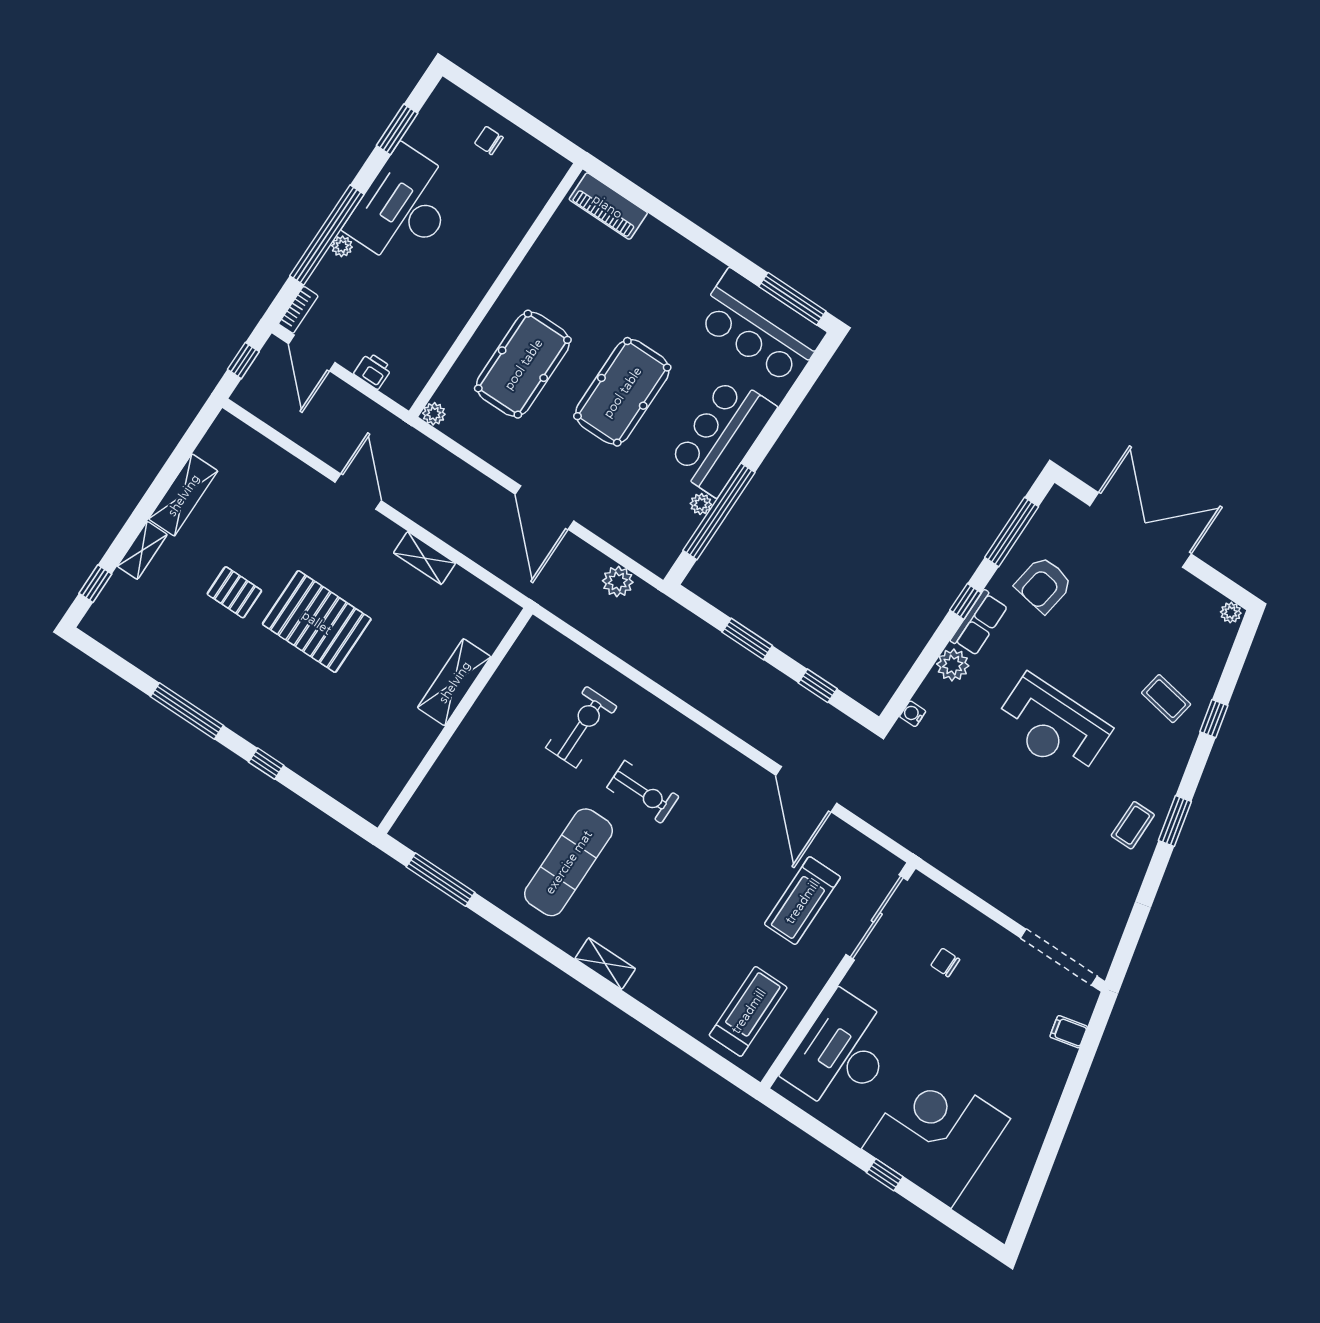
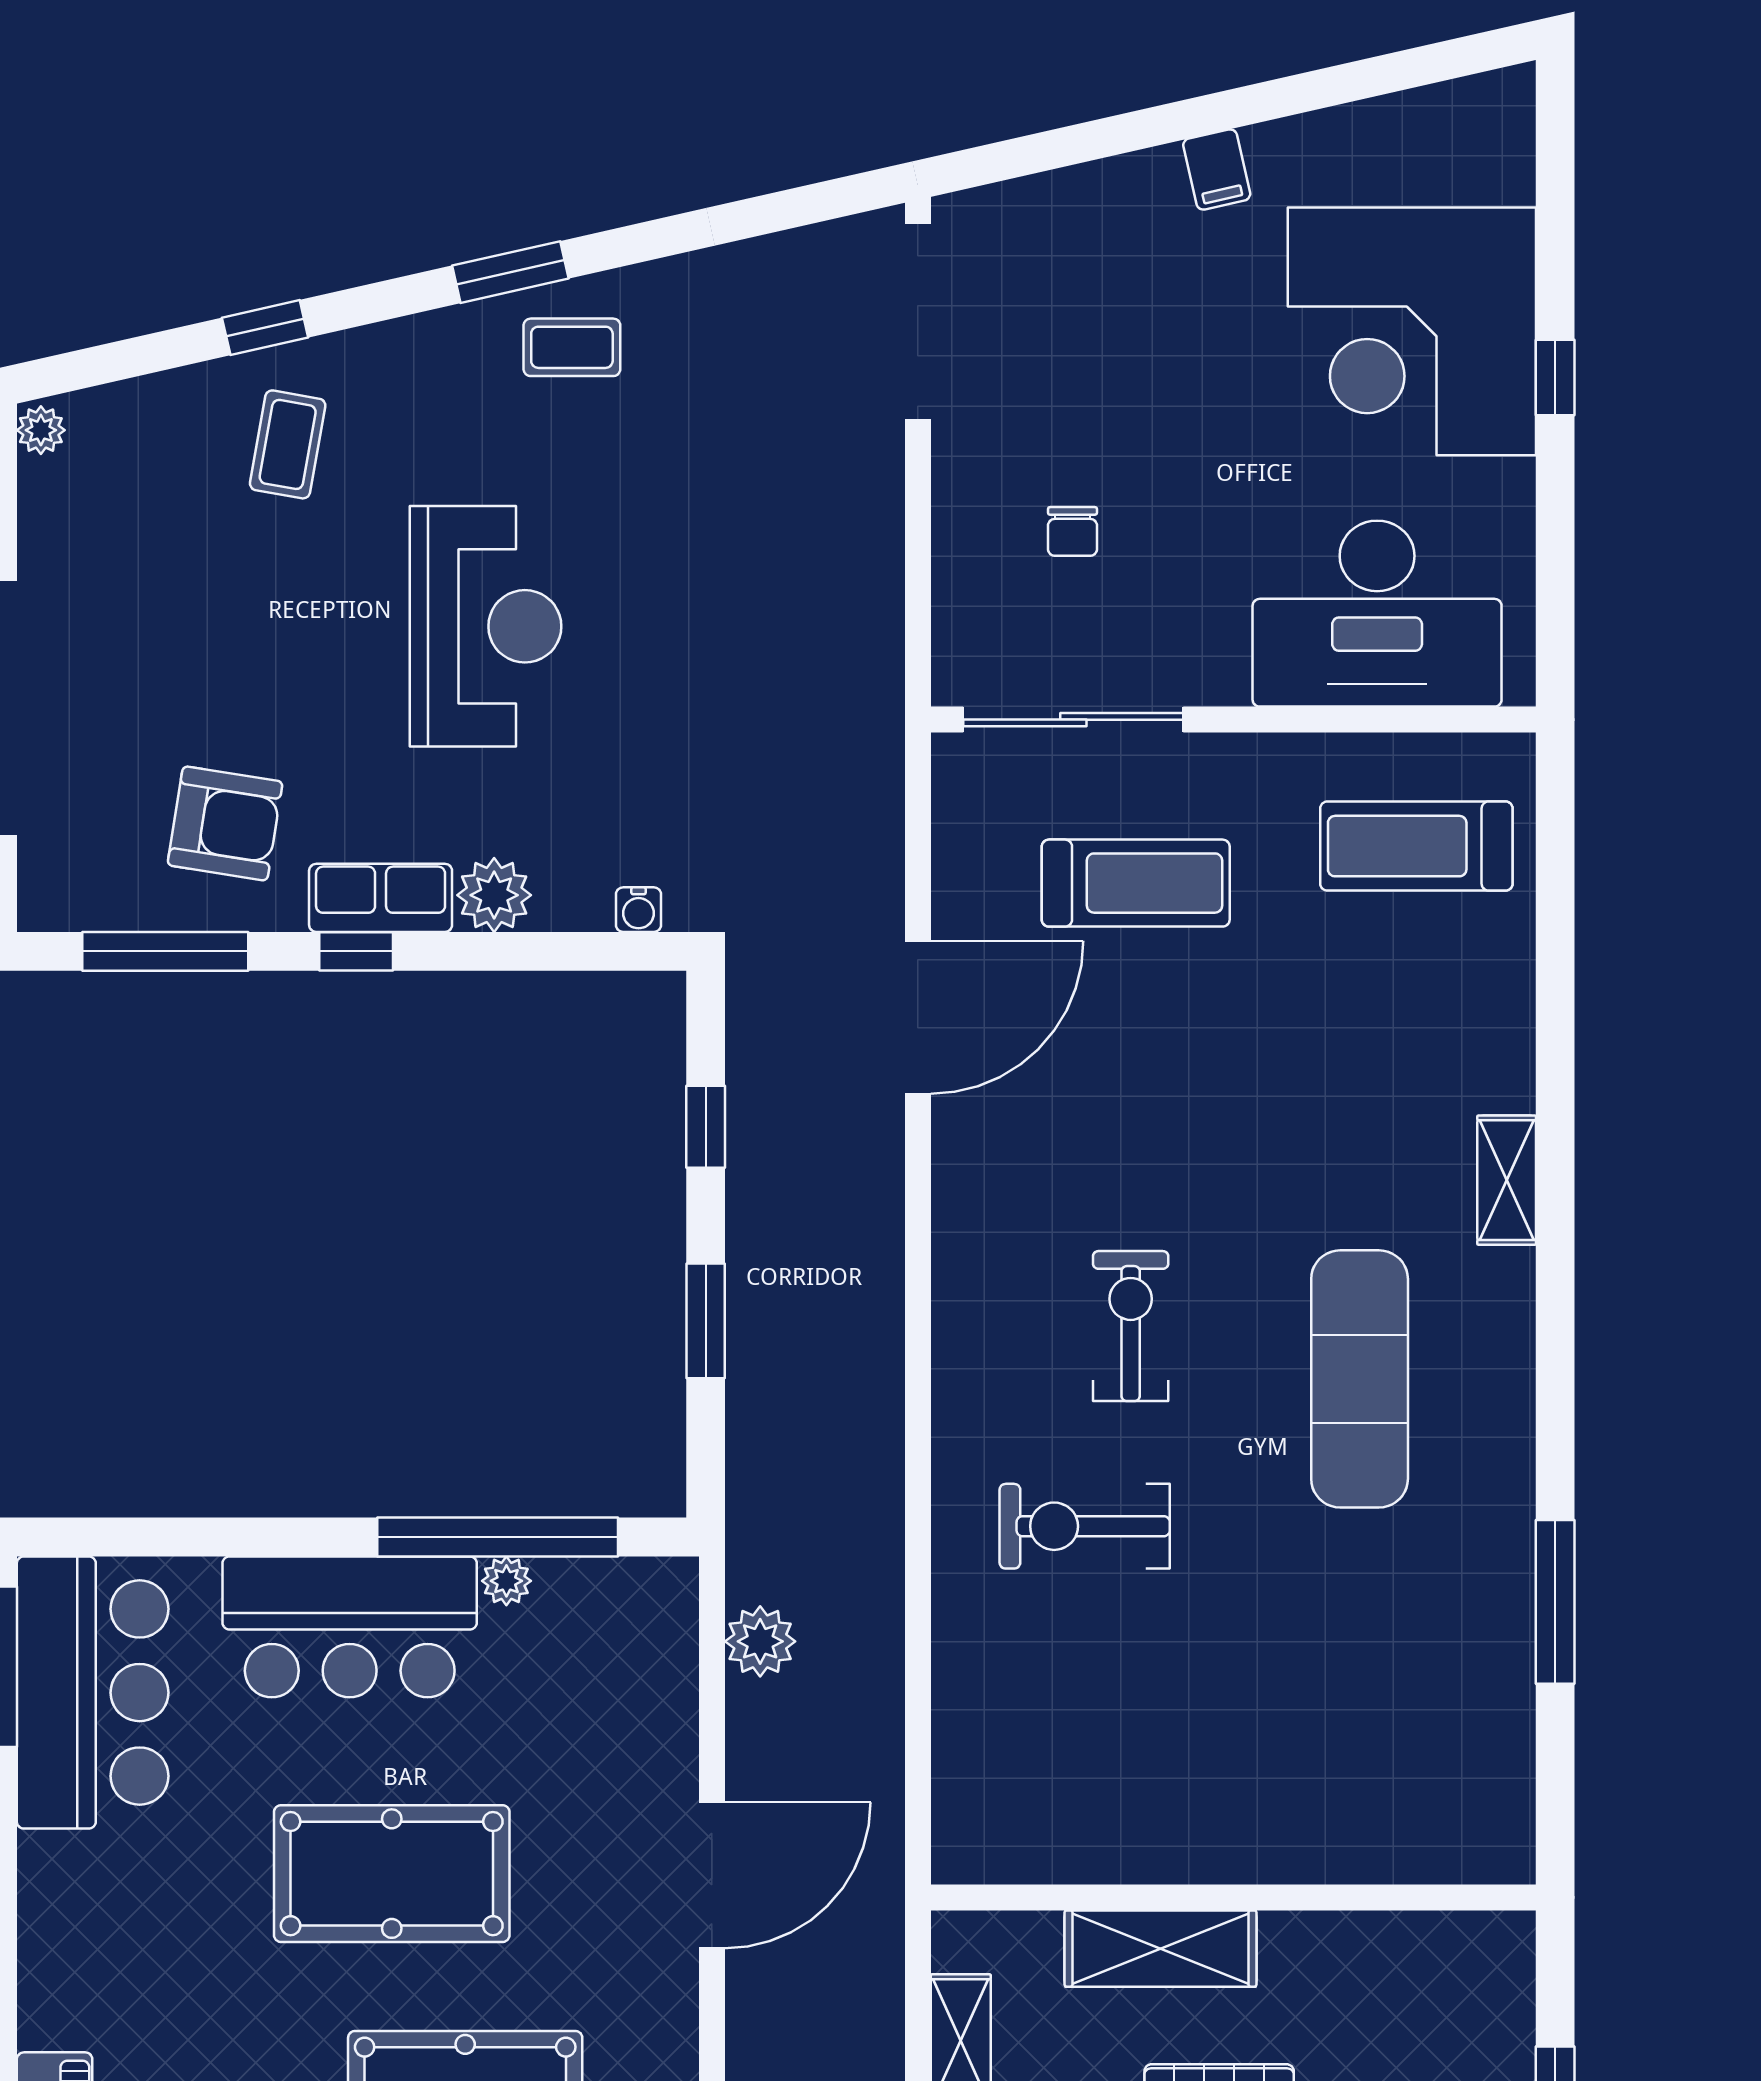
shelving: (454, 682) -> (1160, 1949), moved
wall: (455, 721) -> (1233, 1897), moved
exercise mat: (568, 862) -> (1360, 1379), turned 90
filing cabinet: (1069, 1032) -> (1217, 169), moved

